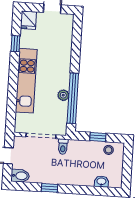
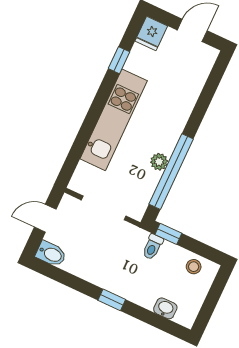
window: (98, 137) -> (168, 234), moved
toilet: (63, 147) -> (153, 247), moved
window: (49, 188) -> (112, 300), moved

